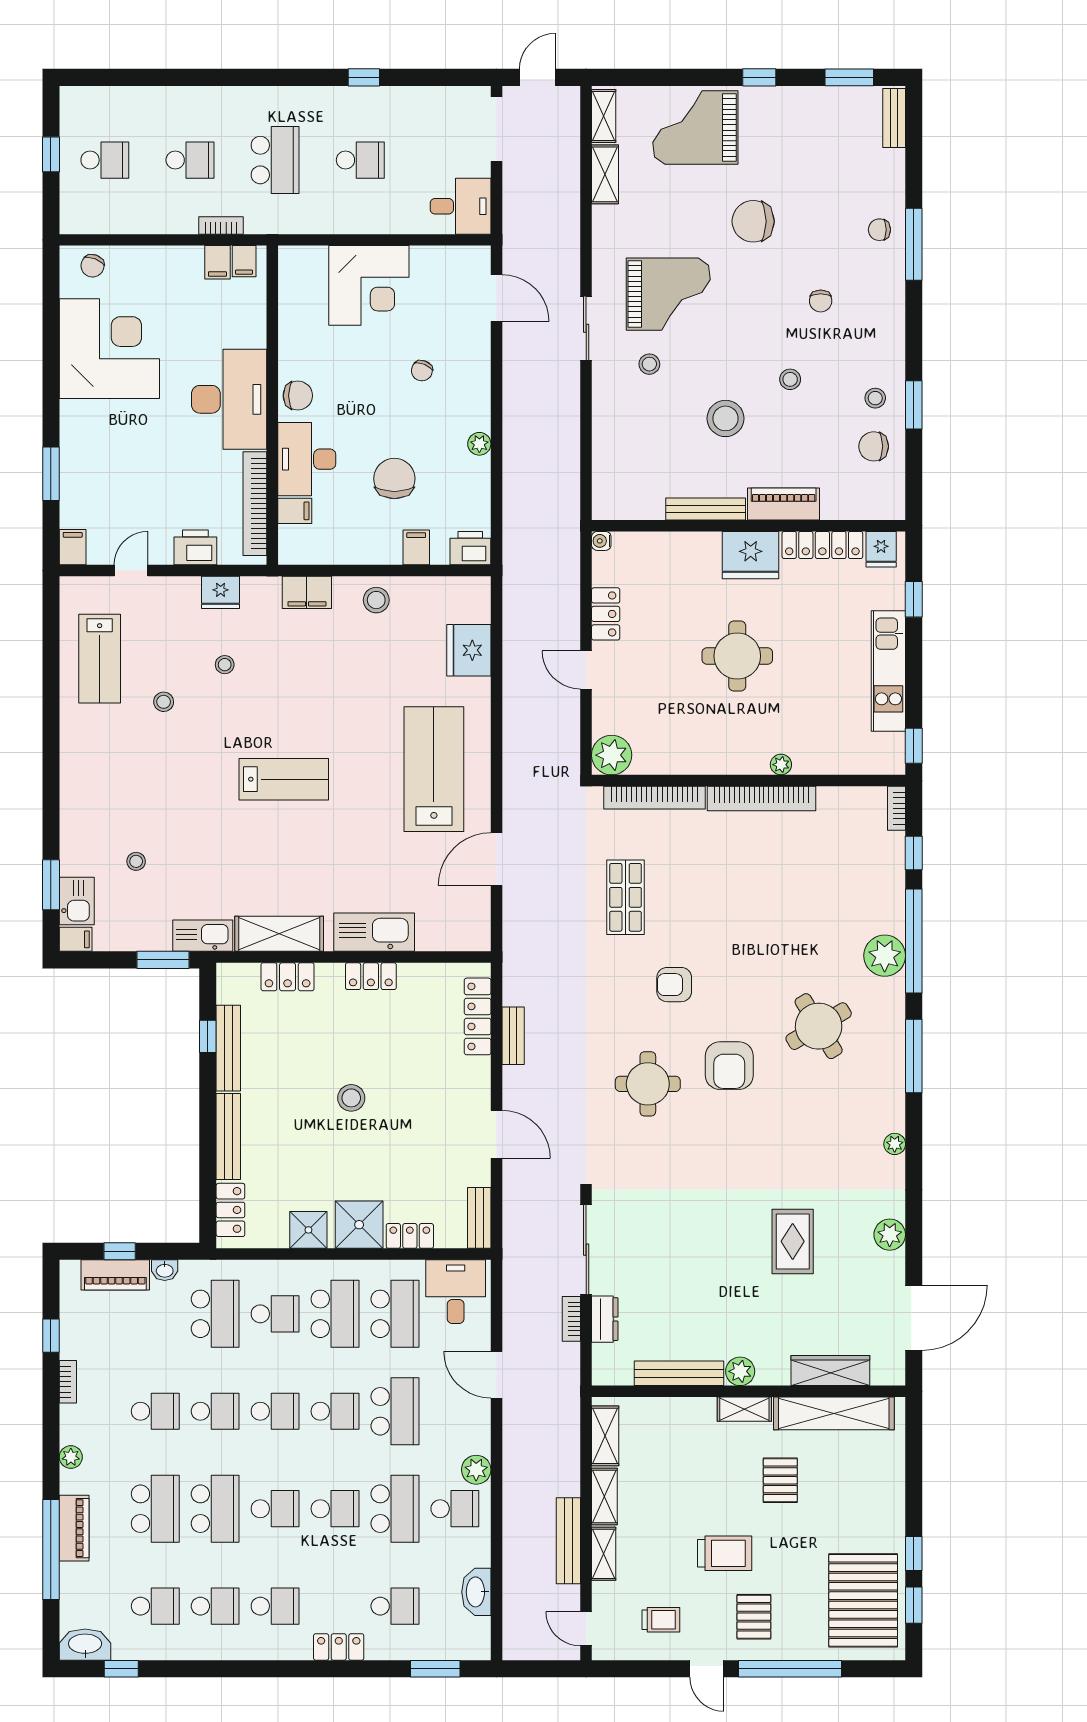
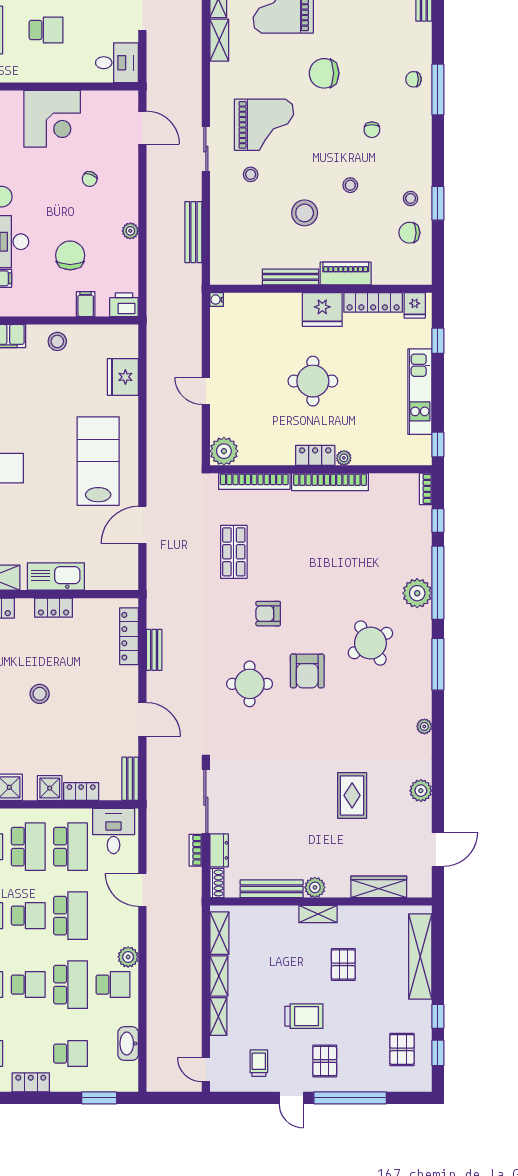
locker: (606, 614) -> (315, 455), moved, turned -90
shower: (359, 1225) -> (50, 788), width x0.73, depth x0.73
door: (914, 1318) -> (438, 849), width x0.73
shoe rack: (602, 1365) -> (217, 883), added
shelving: (834, 1413) -> (420, 956), moved, turned 90
bench: (568, 1541) -> (193, 232), moved
pallet: (863, 1600) -> (402, 1049), width x0.49, depth x0.50
trolley: (661, 1620) -> (259, 1063), turned -90

